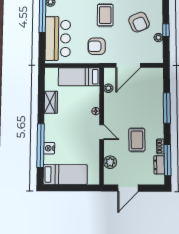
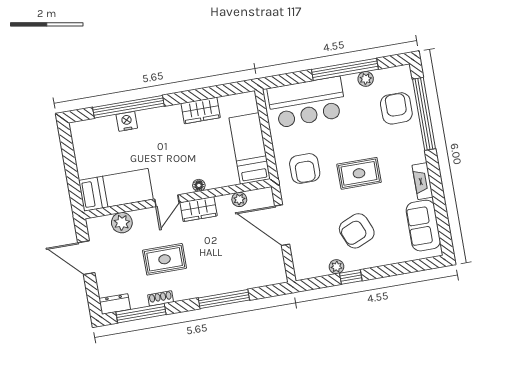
armchair: (97, 46) -> (305, 168), turned 180
wardrobe: (110, 114) -> (199, 209), added
dresser: (159, 165) -> (115, 304), moved
bed: (65, 174) -> (116, 190), moved, turned -90

